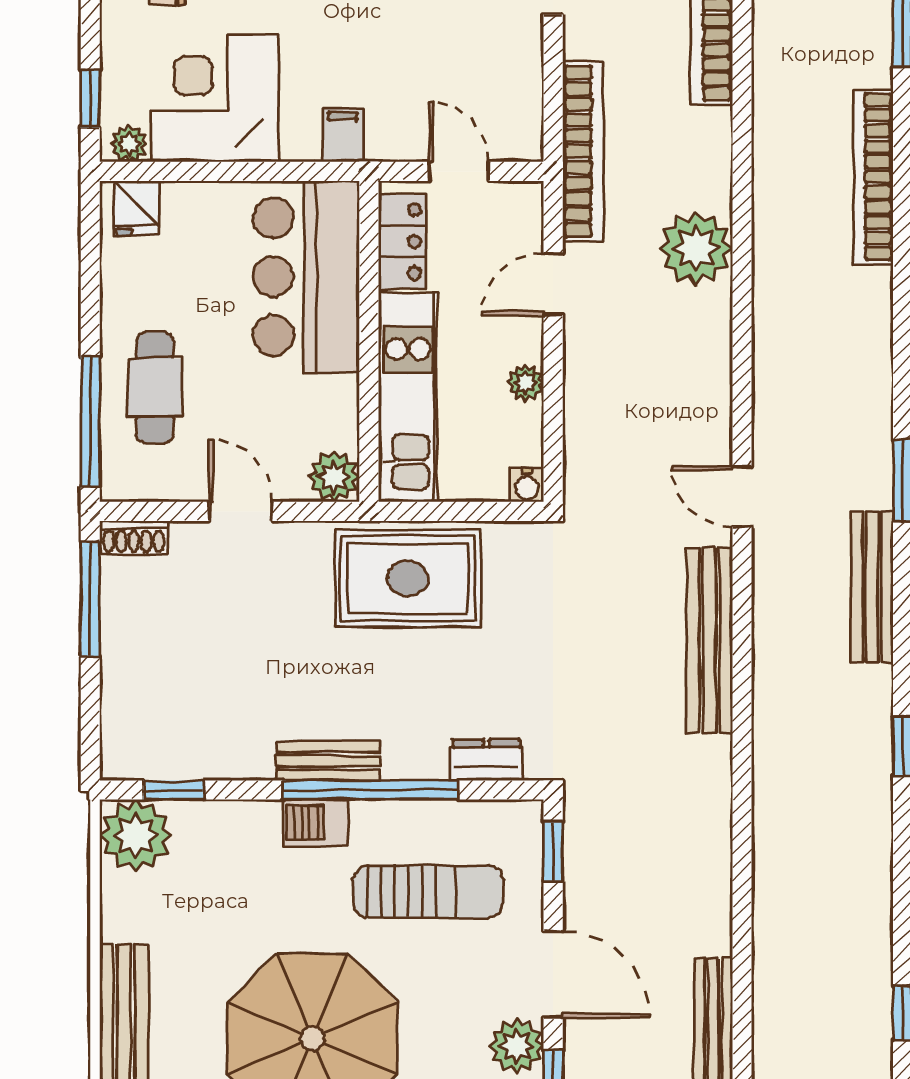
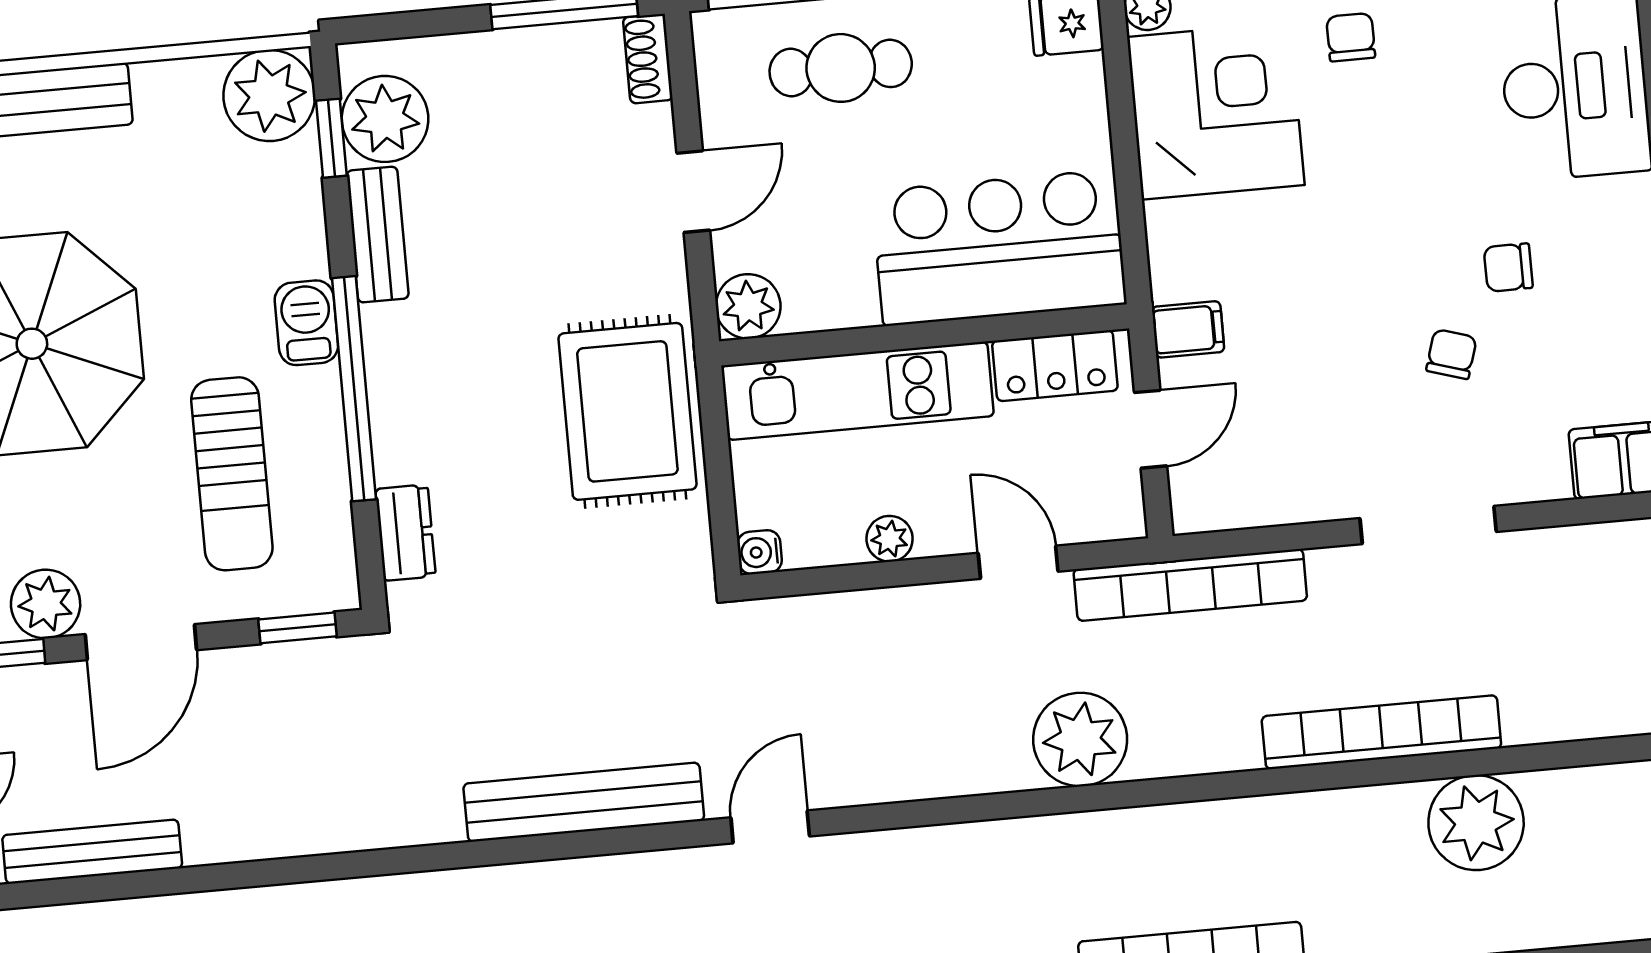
filing cabinet: (343, 135) -> (1188, 329), moved
plant: (162, 747) -> (385, 119), added
bench: (328, 761) -> (378, 235), moved

